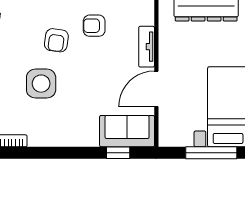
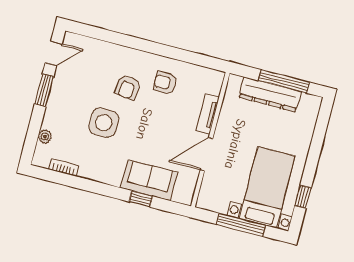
sofa: (127, 131) -> (149, 180), moved
window: (118, 153) -> (141, 199), moved

